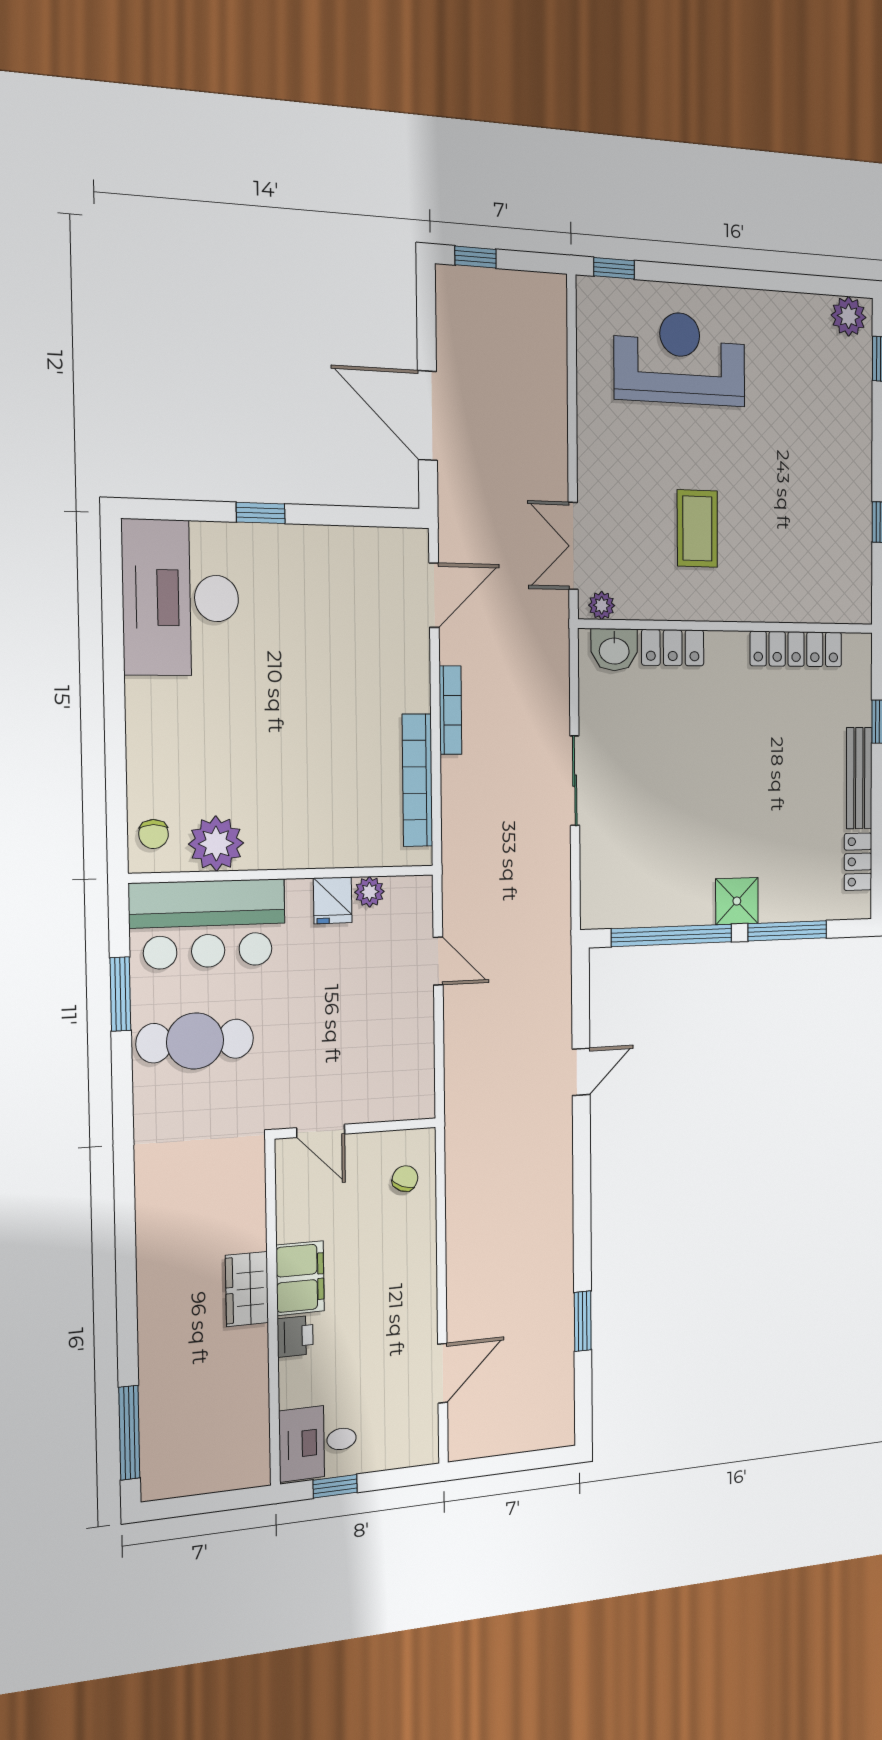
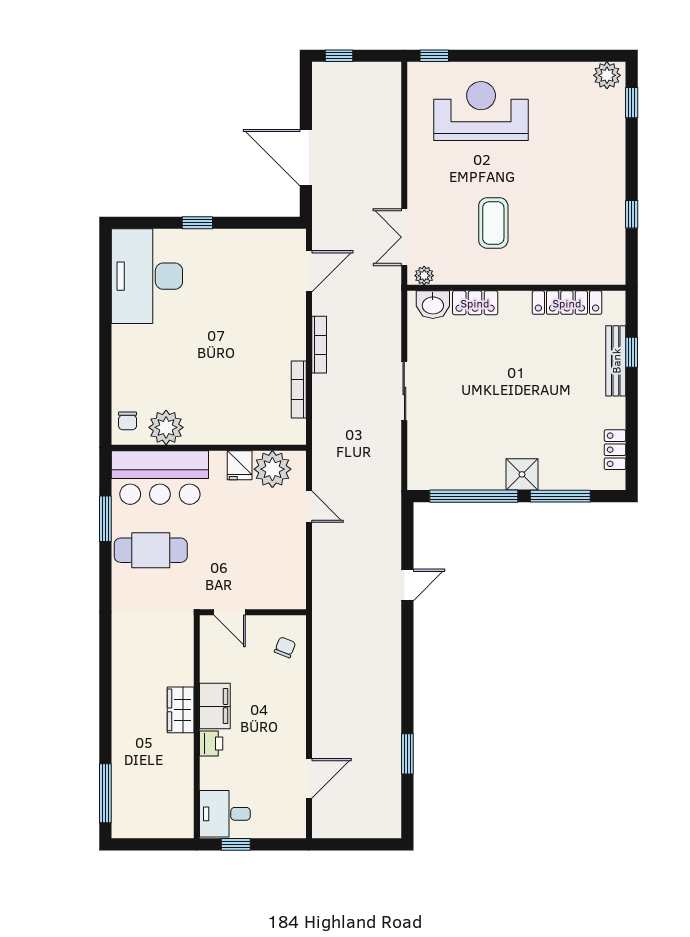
bench: (859, 778) -> (616, 361), moved
bookcase: (417, 780) -> (299, 389), width x0.68, depth x0.76
plant: (369, 892) -> (272, 469), width x1.87, depth x1.87

